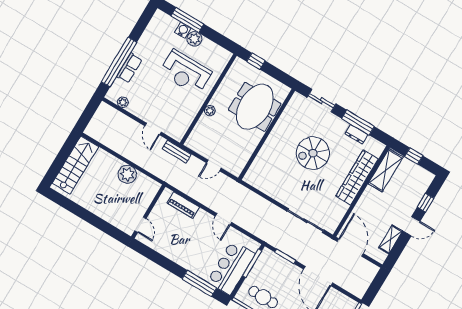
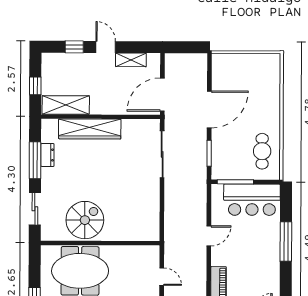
spiral stairs: (313, 153) -> (85, 220), moved, turned -90
window: (199, 283) -> (286, 241), moved

